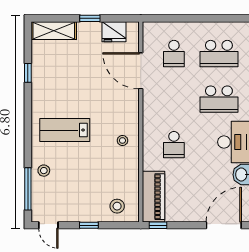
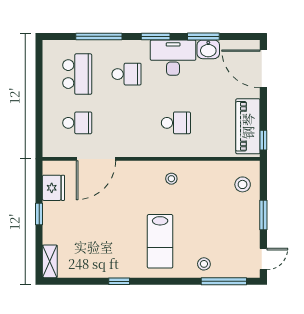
shelving: (54, 31) -> (50, 261), width x0.67, depth x0.75
window: (28, 73) -> (119, 281), moved
school desk: (219, 99) -> (127, 74), width x0.54
piano: (153, 197) -> (248, 126), moved, turned -90
window: (89, 225) -> (263, 215), width x1.50

